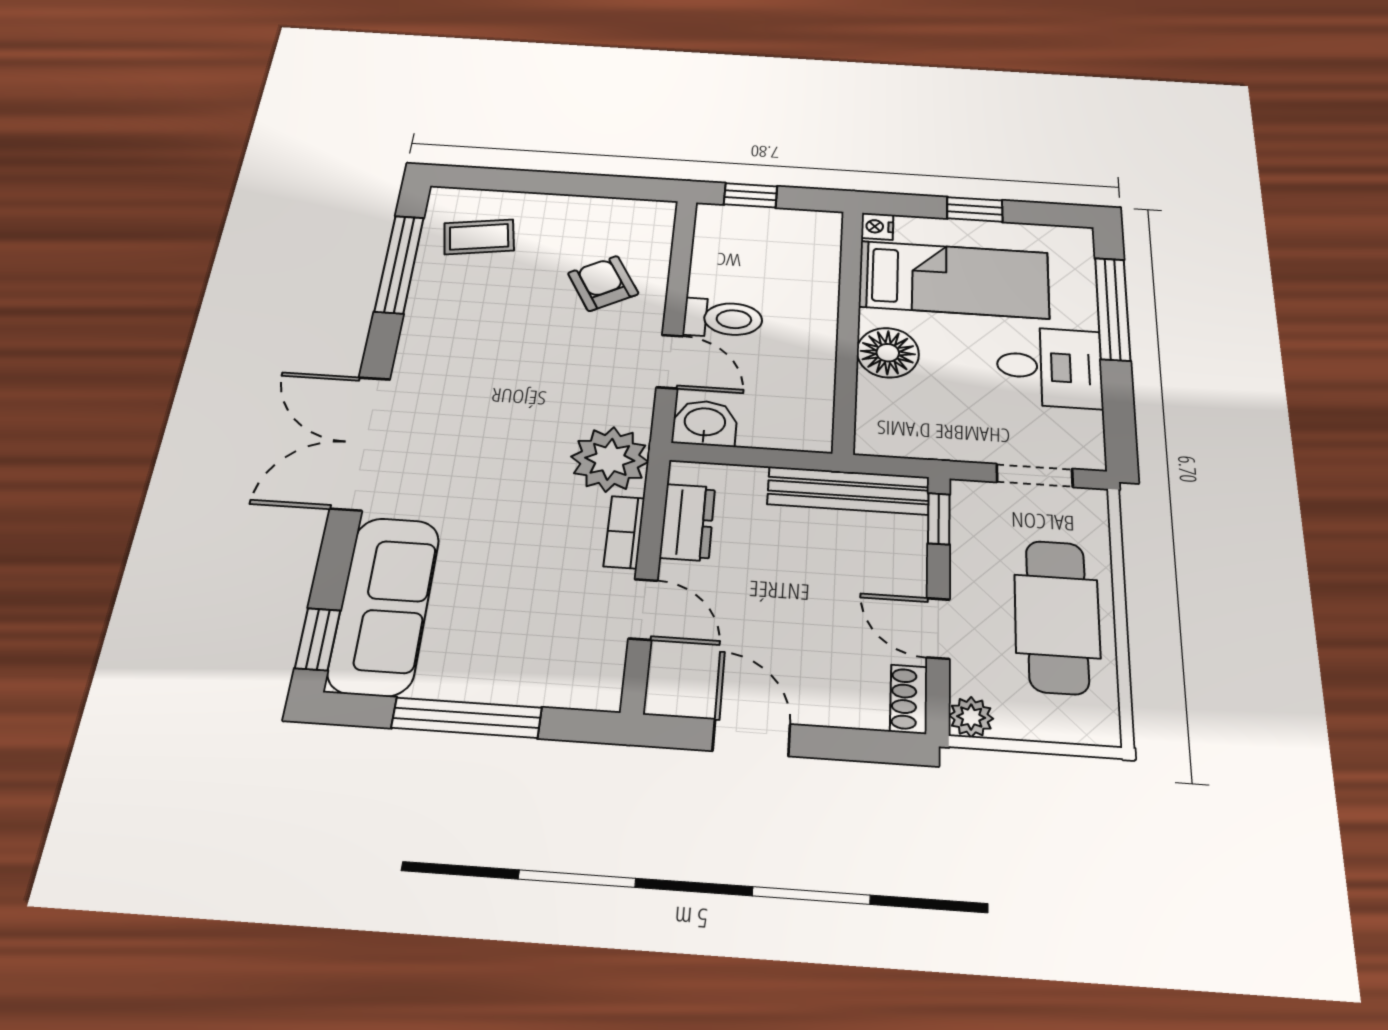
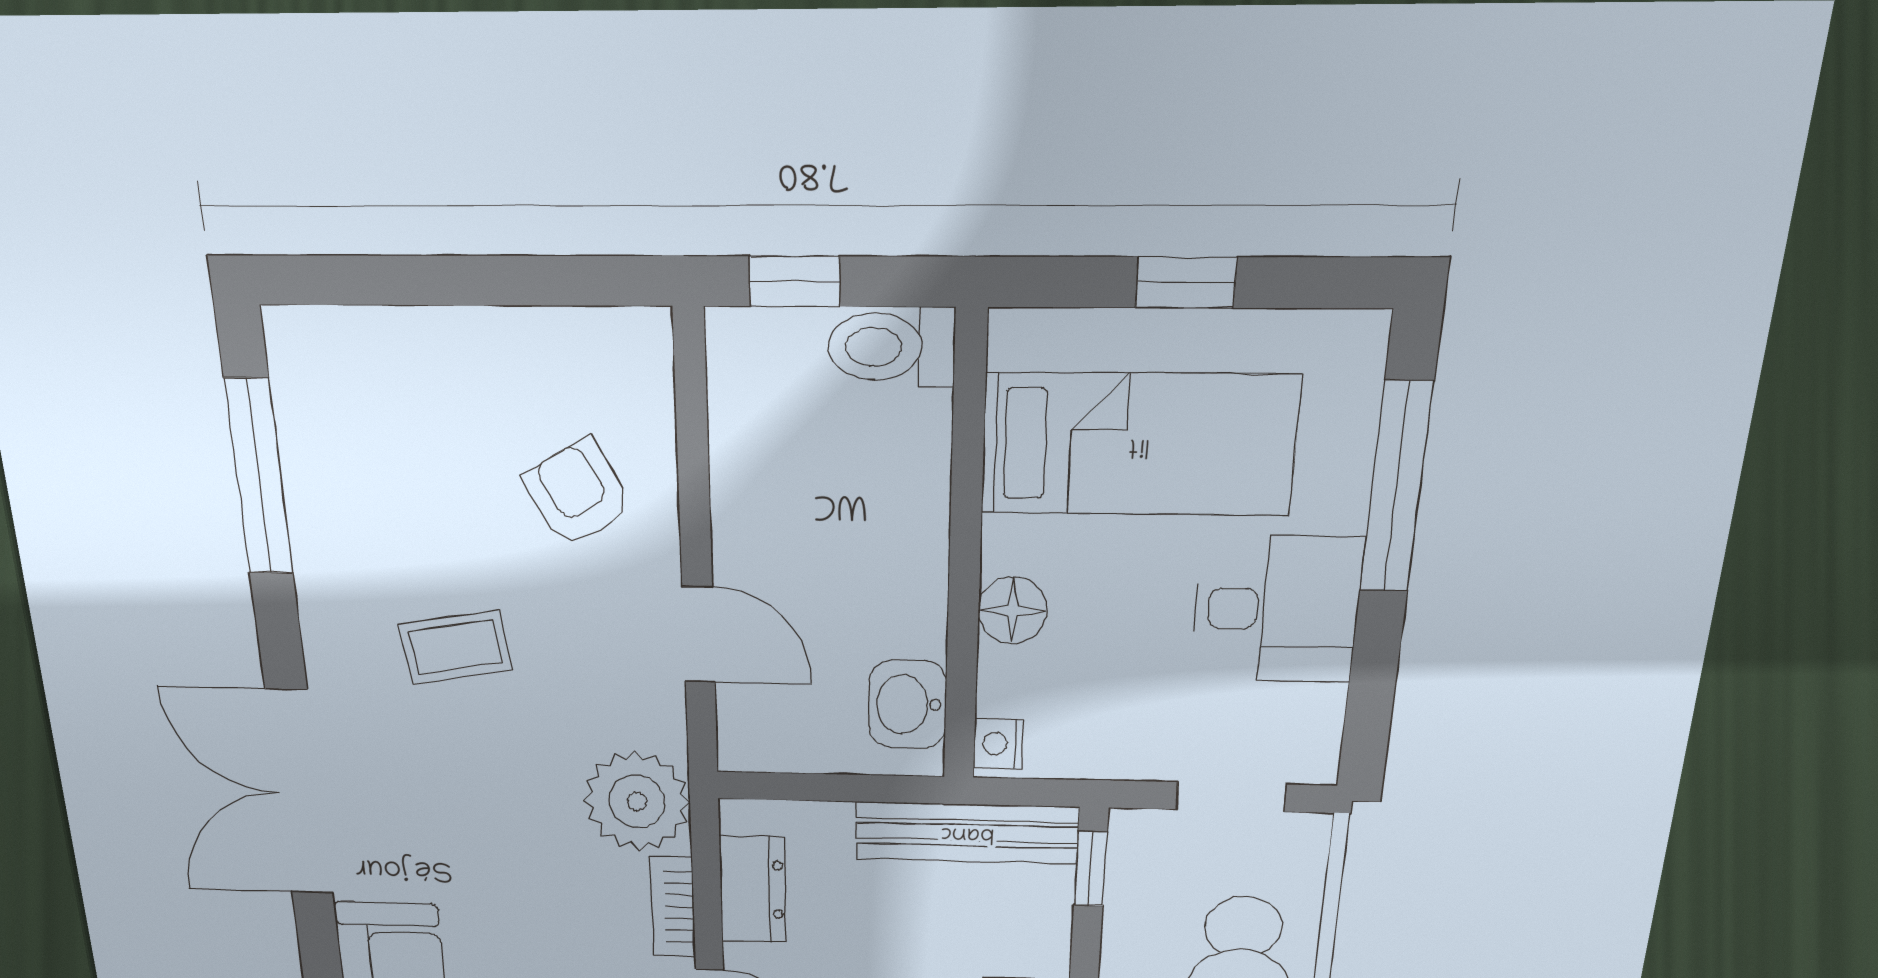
nightstand: (877, 226) -> (999, 744), moved
coffee table: (479, 237) -> (455, 647), moved
toilet: (723, 319) -> (891, 347), moved, turned 180
floor lamp: (888, 353) -> (1013, 610), width x0.73, depth x0.73
washbasin: (705, 423) -> (908, 704), moved, turned -90

